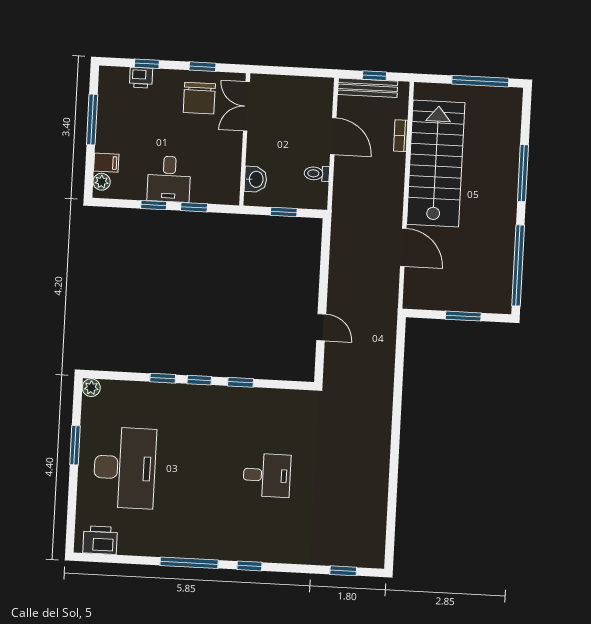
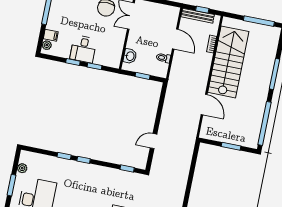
door: (321, 327) -> (154, 141), swing flipped
window: (240, 382) -> (127, 169), moved
plant: (91, 388) -> (22, 168), moved

